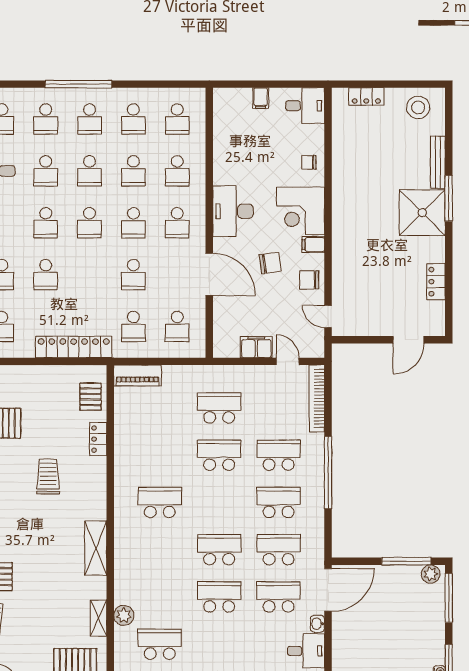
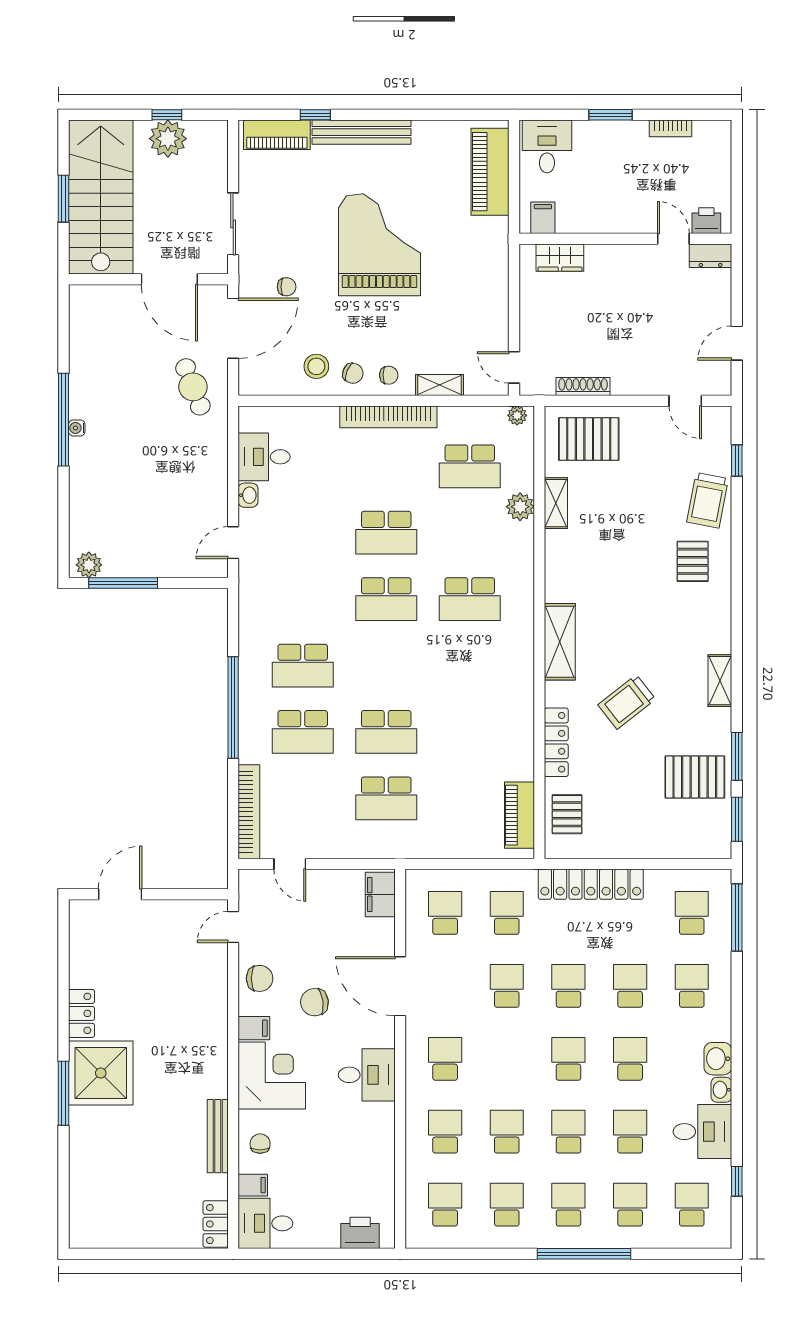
locker: (366, 97) -> (216, 1224), moved, turned -90
filing cabinet: (261, 98) -> (253, 1185), moved, turned 90
printer: (238, 99) -> (360, 1233), added
stool: (418, 107) -> (106, 1221), removed
chair: (309, 162) -> (260, 1144), turned -90
bench: (438, 162) -> (218, 1136), moved
desk: (233, 211) -> (367, 1075), width x0.73
school desk: (133, 223) -> (568, 986), moved
locker: (436, 282) -> (81, 1013), moved
door: (328, 316) -> (233, 927), swing flipped
filing cabinet: (256, 347) -> (380, 894), moved, turned 90
piano: (138, 376) -> (519, 815), moved, turned -90
locker: (98, 439) -> (556, 742), width x1.53
trolley: (48, 477) -> (627, 702), turned 52
school desk: (160, 502) -> (470, 599), moved
shelving: (96, 548) -> (560, 642), moved
school desk: (279, 550) -> (303, 599), removed
door: (328, 590) -> (233, 543), width x0.53
school desk: (279, 597) -> (303, 533), removed
window: (449, 598) -> (64, 531), removed

